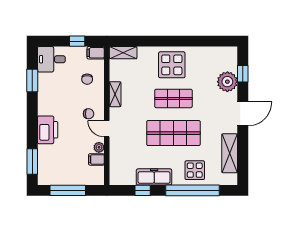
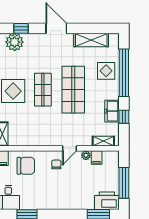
chair: (87, 79) -> (26, 166), width x1.87, depth x1.87
plant: (227, 82) -> (15, 42), moved
shelving: (115, 94) -> (103, 141), moved
printer: (48, 130) -> (107, 201), moved
freezer: (154, 177) -> (112, 111), width x0.71

